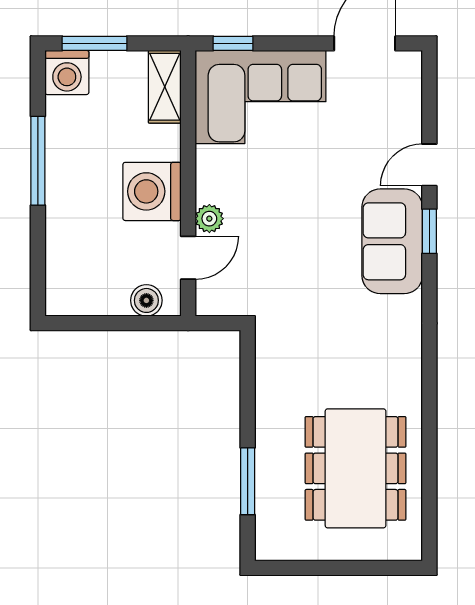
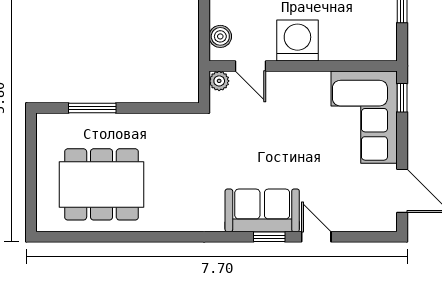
shelving: (165, 87) -> (371, 49), removed
plant: (209, 219) -> (219, 81), moved

